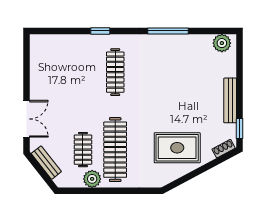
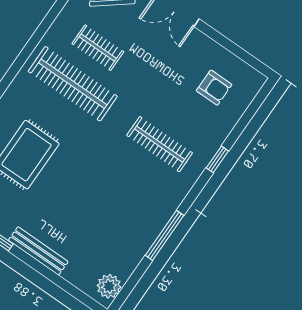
armchair: (58, 63) -> (214, 88), added
plant: (92, 179) -> (58, 35), removed

